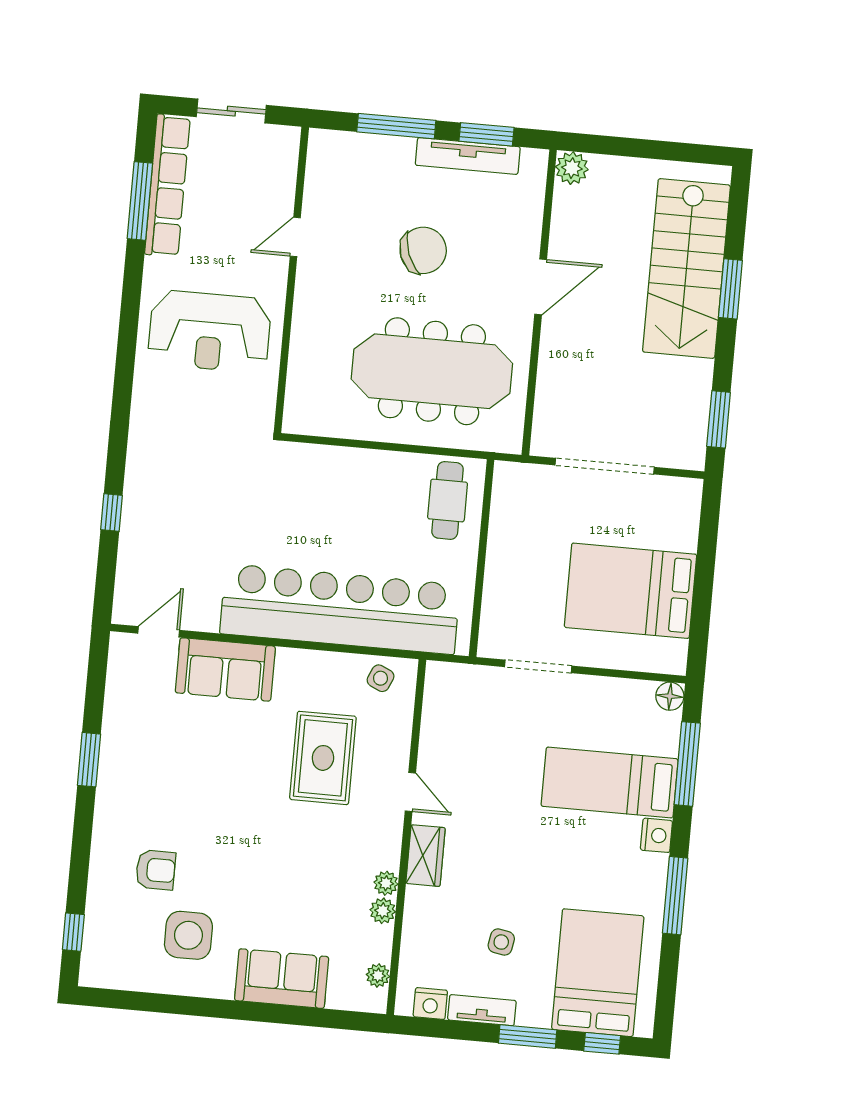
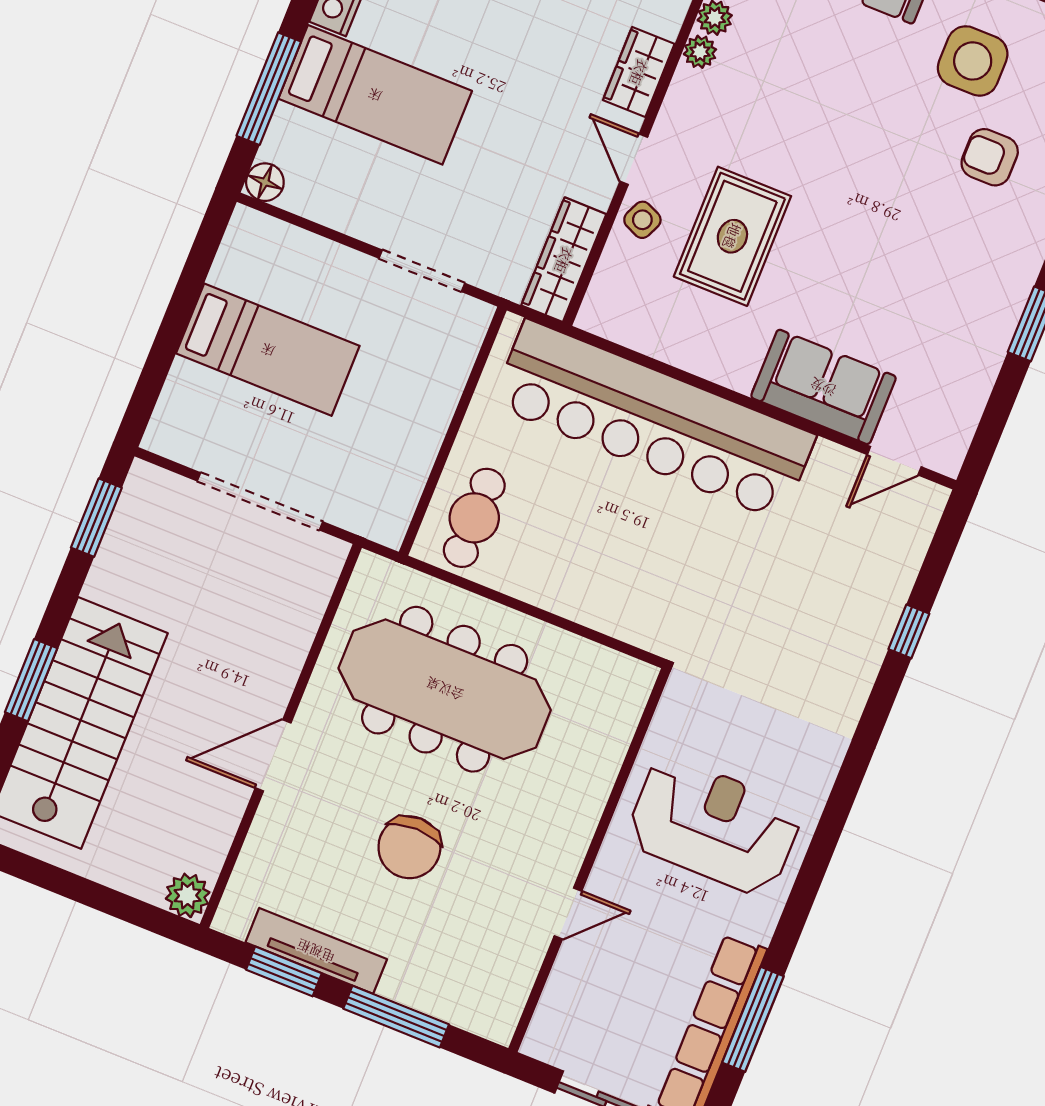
chair: (423, 250) -> (409, 847), turned -69
bed: (630, 591) -> (268, 350), width x0.67
side table: (381, 678) -> (642, 220), moved
wardrobe: (439, 705) -> (564, 260), added

